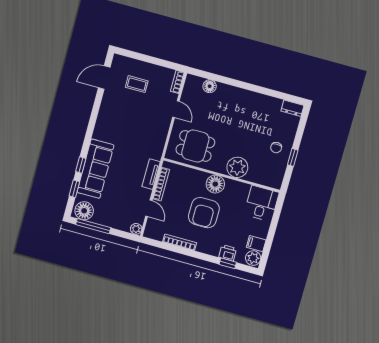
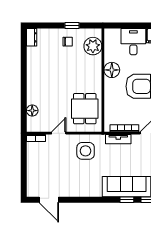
coffee table: (137, 84) -> (47, 171), removed
side table: (148, 134) -> (86, 151), added
plant: (237, 167) -> (93, 46), moved
floor lamp: (215, 184) -> (112, 70), moved
desk: (261, 203) -> (133, 42), moved, turned 90

